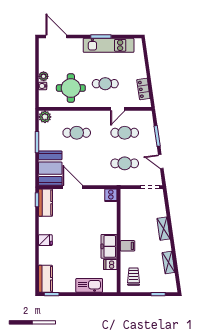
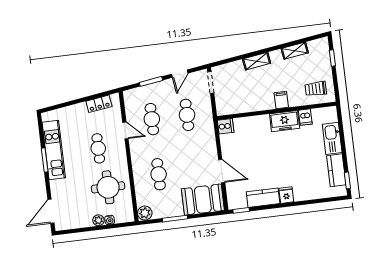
door: (73, 187) -> (222, 171), swing flipped
kitchen counter: (46, 203) -> (263, 198), moved
kitchen counter: (46, 279) -> (336, 170), moved, turned -90

